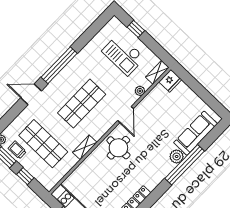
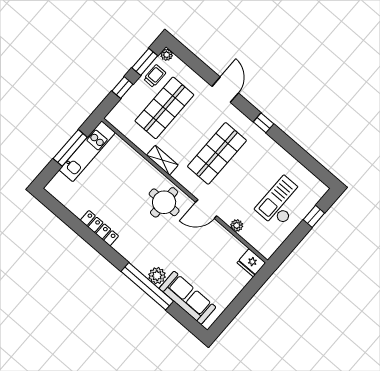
window: (59, 65) -> (263, 123), width x0.32
shelving: (157, 72) -> (261, 246), removed
shop shelf: (82, 104) -> (217, 153), turned 90

